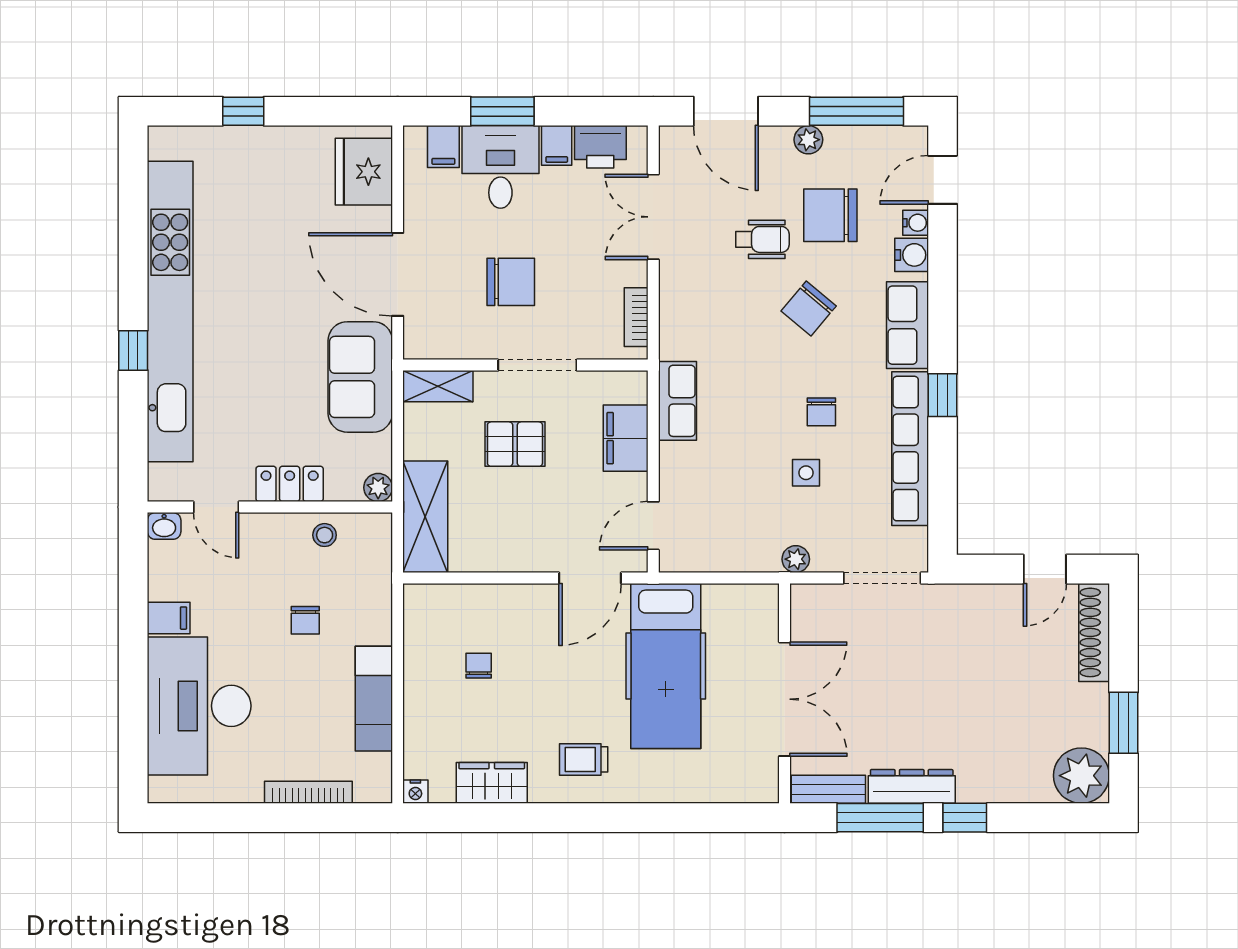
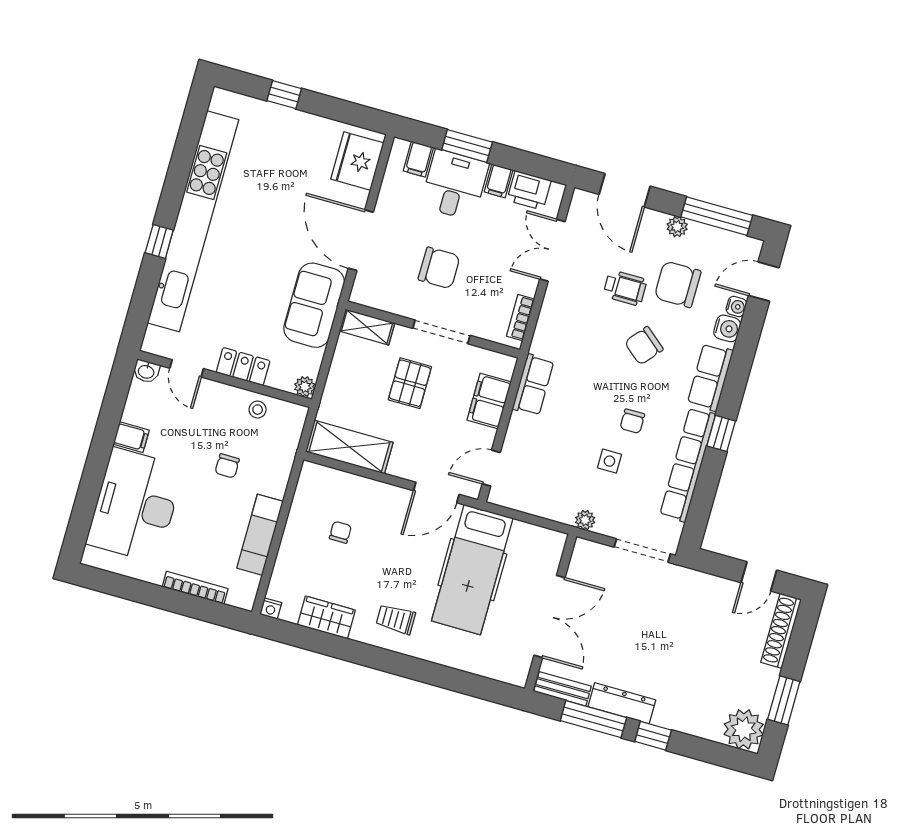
pallet: (515, 444) -> (410, 383), turned 90
shelving: (425, 517) -> (349, 447), moved, turned 90

